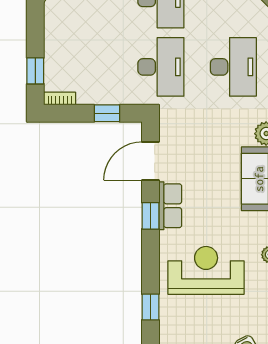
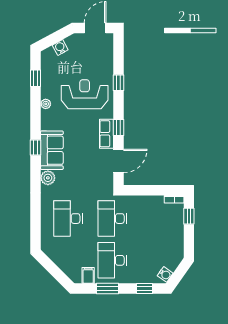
window: (107, 113) -> (145, 190), removed
reception desk: (206, 270) -> (85, 94), turned 180
window: (150, 307) -> (119, 83), moved

